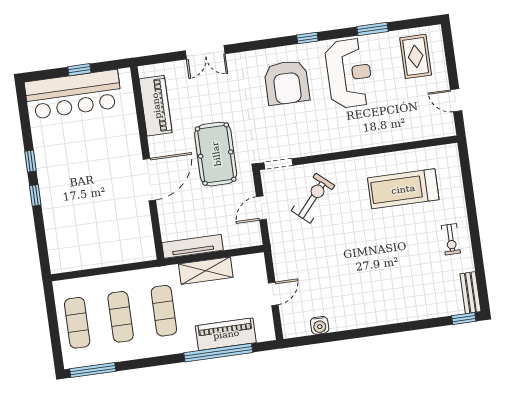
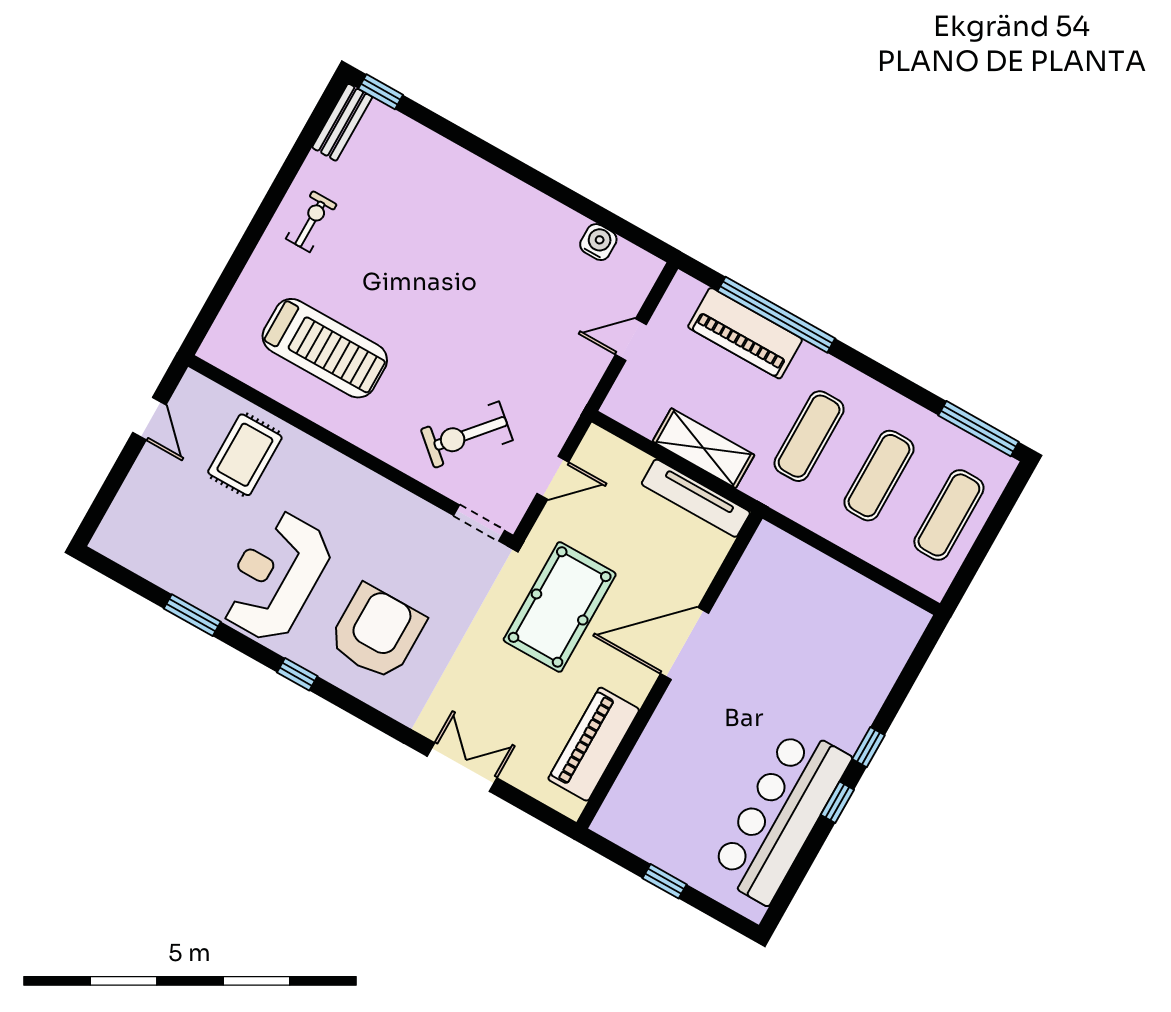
rug: (416, 56) -> (245, 455), moved
bar counter: (73, 94) -> (780, 815), moved, turned -90

